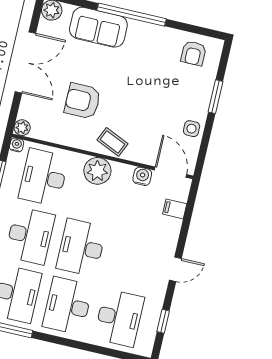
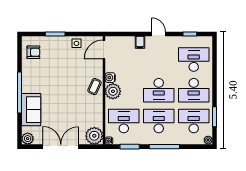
armchair: (83, 101) -> (75, 109), removed
plant: (22, 128) -> (94, 136), width x1.87, depth x1.87
water cooler: (142, 176) -> (110, 78), moved
desk: (44, 177) -> (124, 121), turned 180
filing cabinet: (175, 209) -> (140, 42), moved

